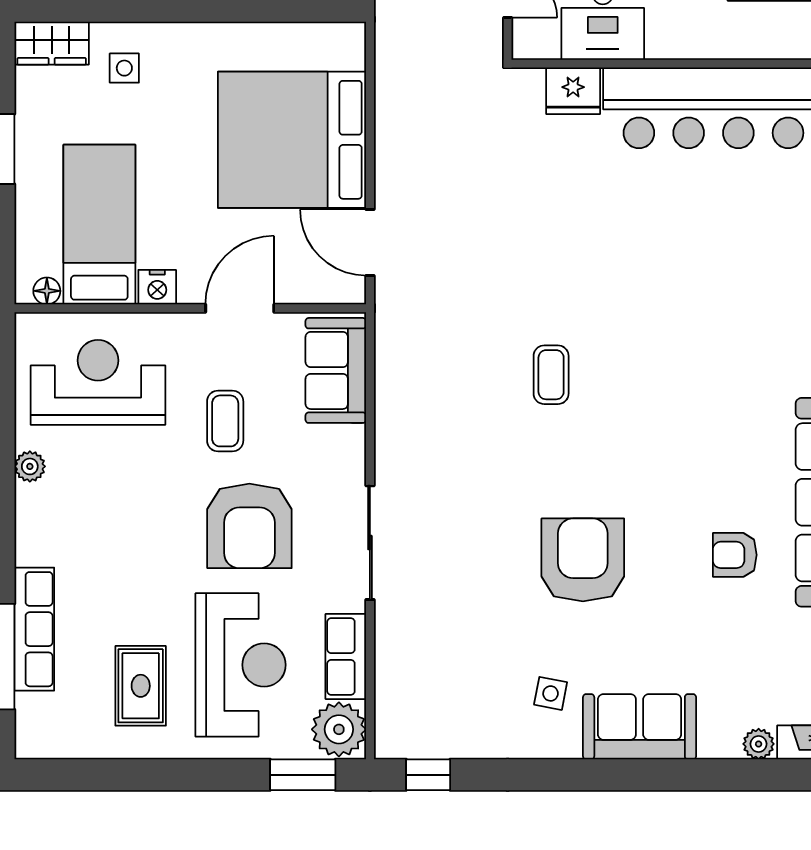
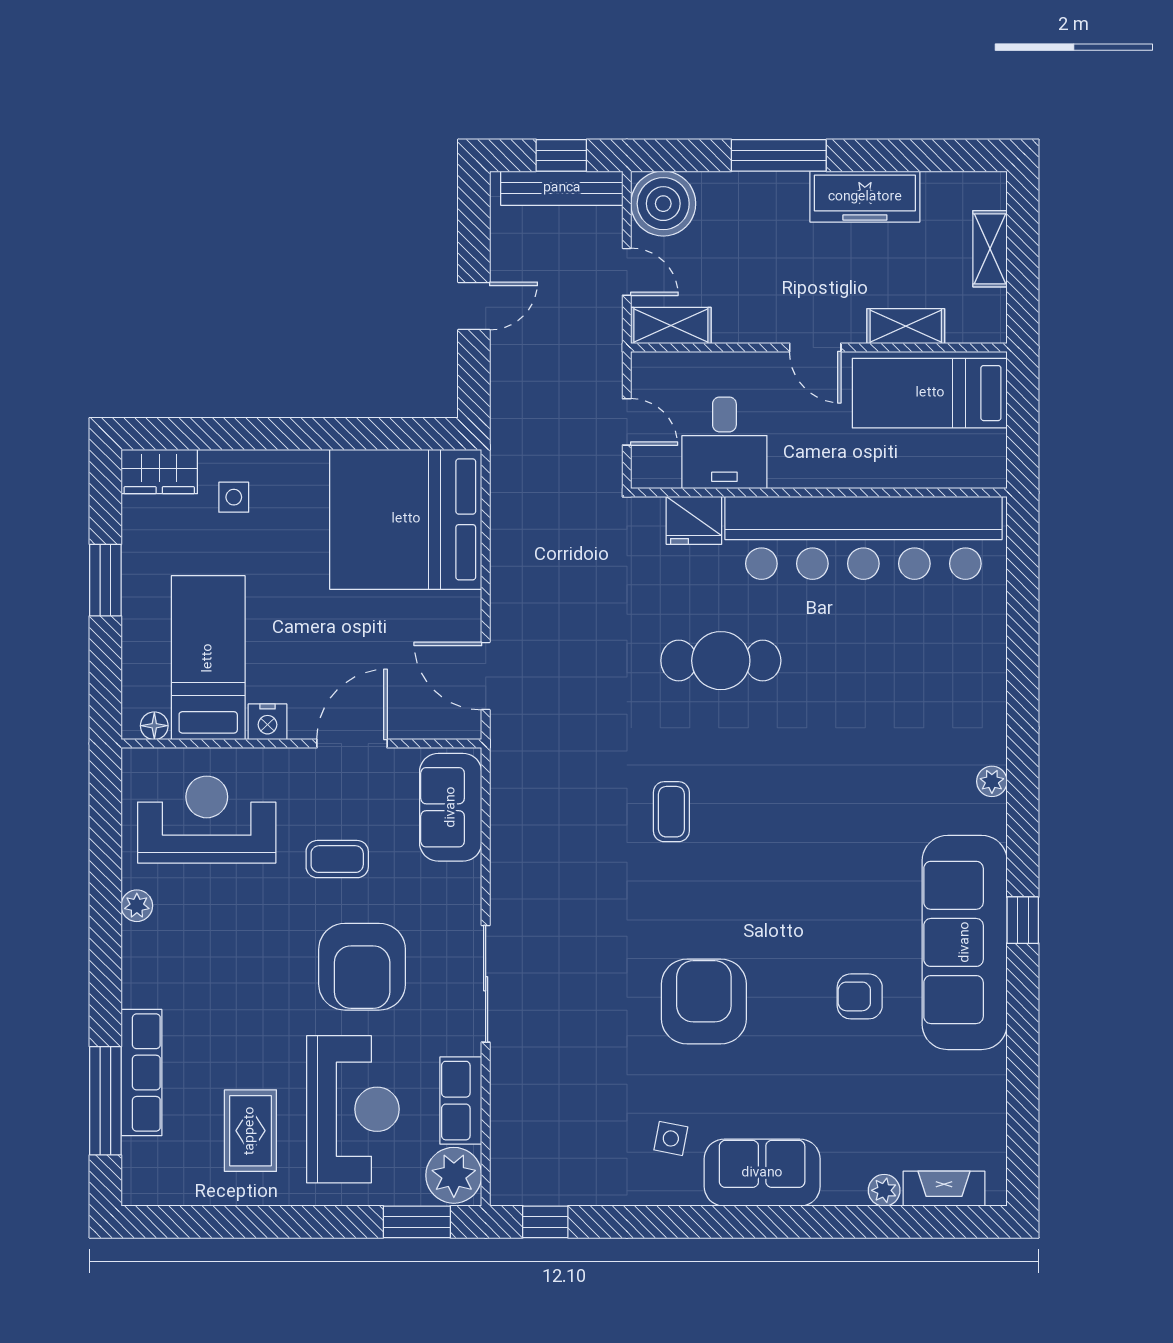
bed: (292, 140) -> (406, 519), moved
cafe table: (599, 227) -> (721, 661), added
coffee table: (225, 421) -> (337, 859), turned 90

